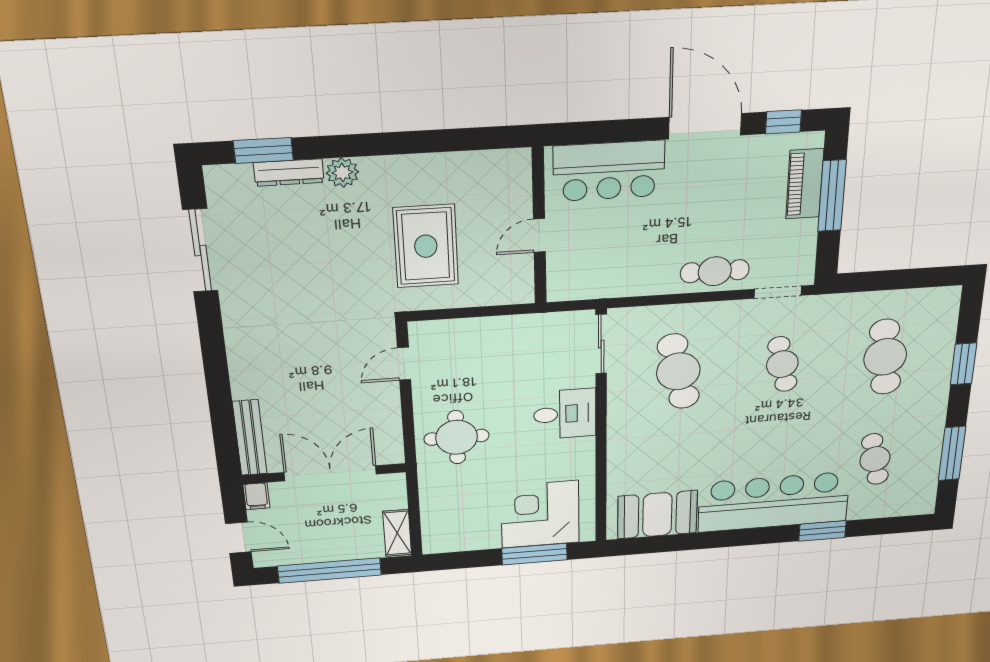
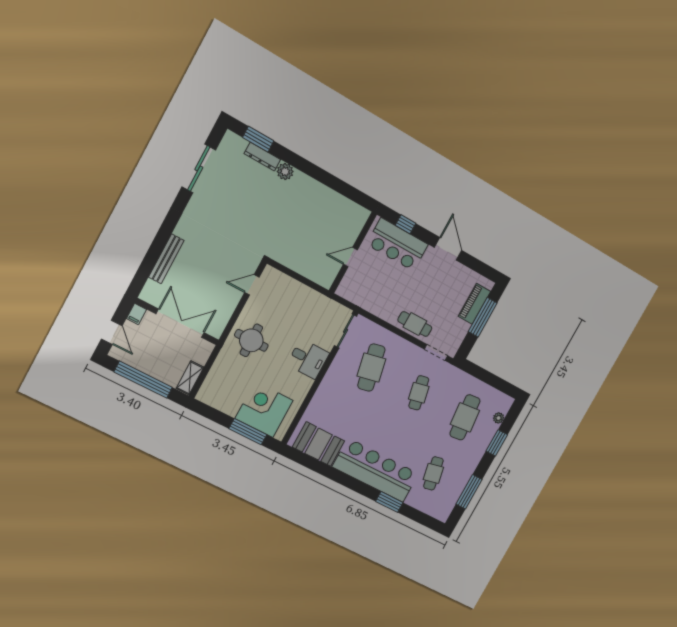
window: (783, 122) -> (406, 224), moved
door: (705, 126) -> (448, 249), width x0.73
rug: (426, 246) -> (299, 231), removed
plant: (947, 327) -> (499, 418), added
bench: (250, 438) -> (166, 259), moved

